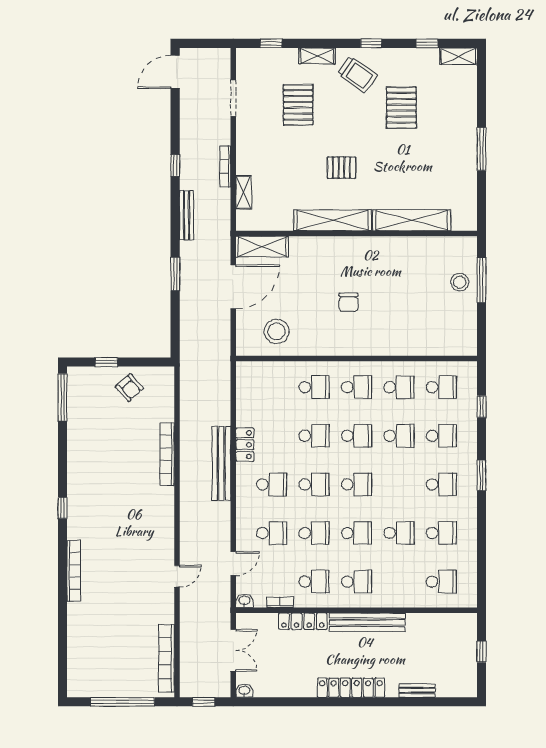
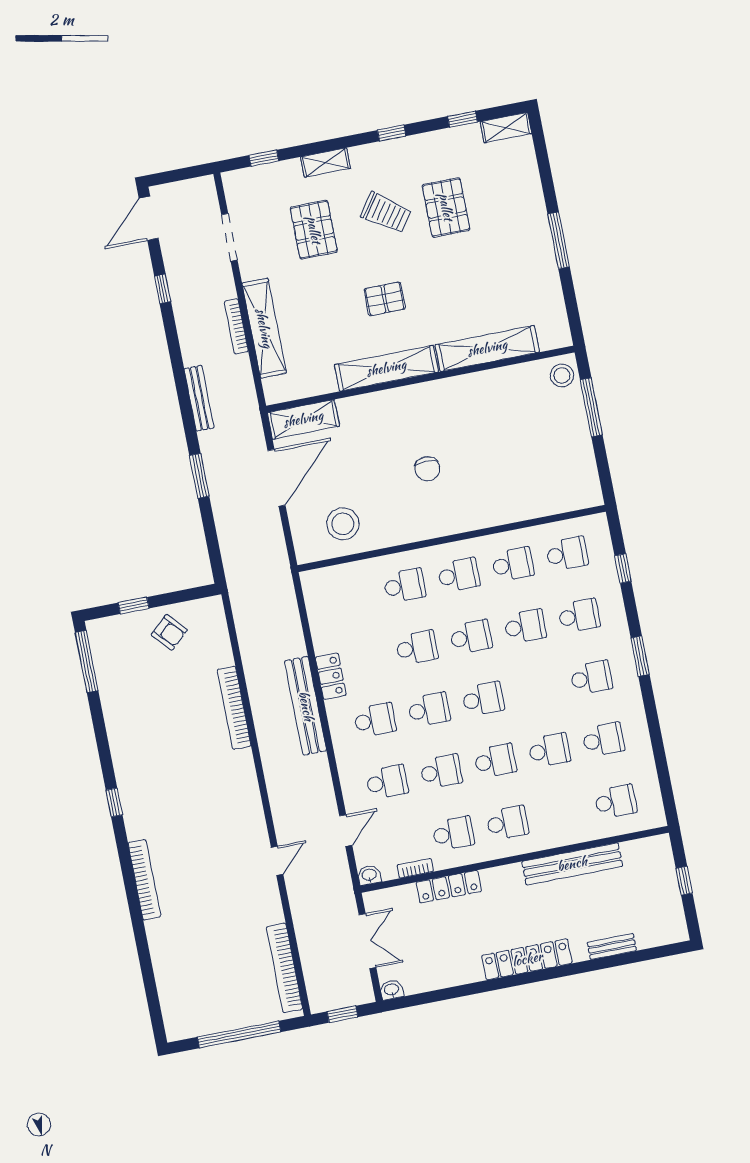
trolley: (357, 74) -> (386, 213), moved
window: (175, 165) -> (163, 289), moved
shelving: (244, 192) -> (264, 328), width x2.20, depth x1.33
stool: (460, 282) -> (562, 376), moved
bench: (367, 622) -> (572, 864), moved

